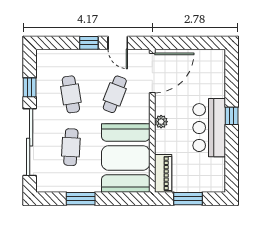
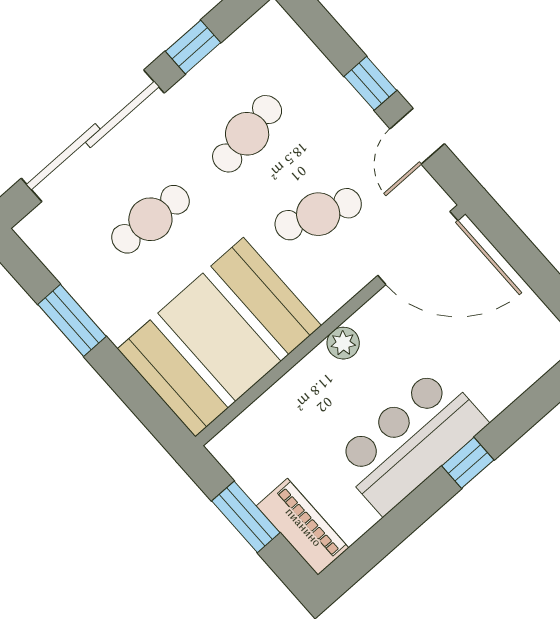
piano: (163, 173) -> (303, 527), moved, turned -90

